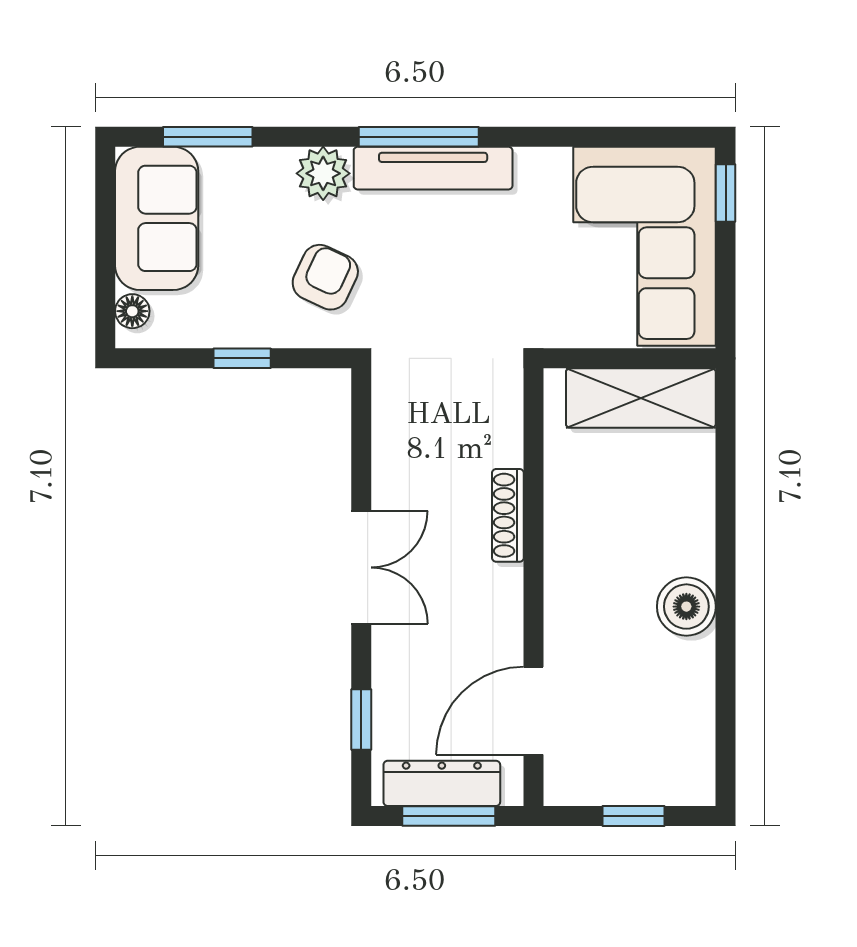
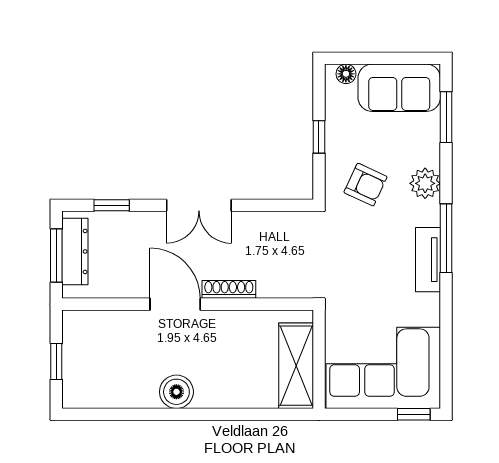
tv unit: (433, 168) -> (428, 260), width x0.71
door: (534, 711) -> (175, 304), moved

